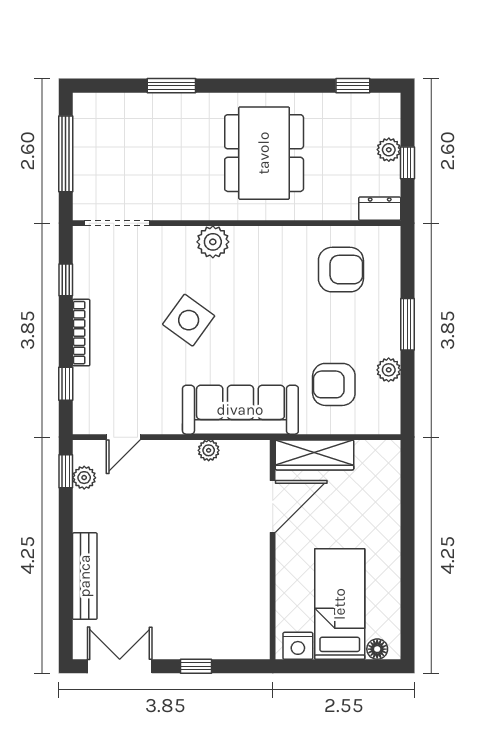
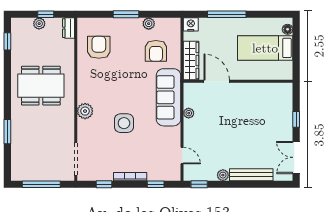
side table: (189, 320) -> (124, 123), turned -36
plant: (84, 478) -> (223, 175), moved
window: (407, 527) -> (227, 14), added
nightstand: (298, 646) -> (191, 24), moved, turned -90

